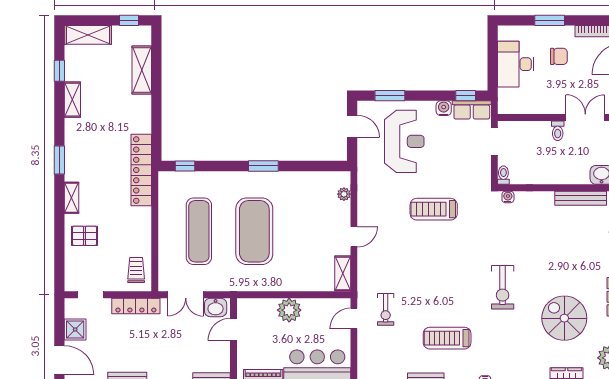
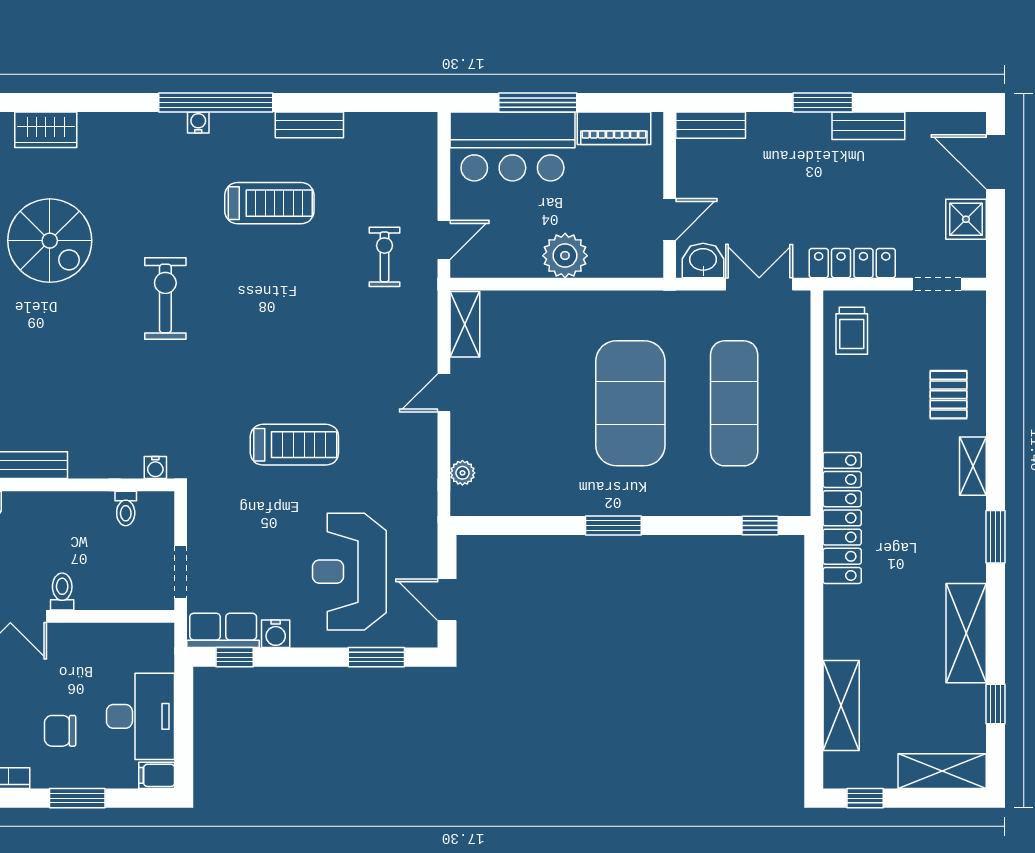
filing cabinet: (507, 33) -> (157, 775), added
shelving: (72, 100) -> (966, 633), width x1.50, depth x1.33
toilet: (503, 175) -> (126, 508), moved
pallet: (85, 236) -> (948, 395), turned 90

